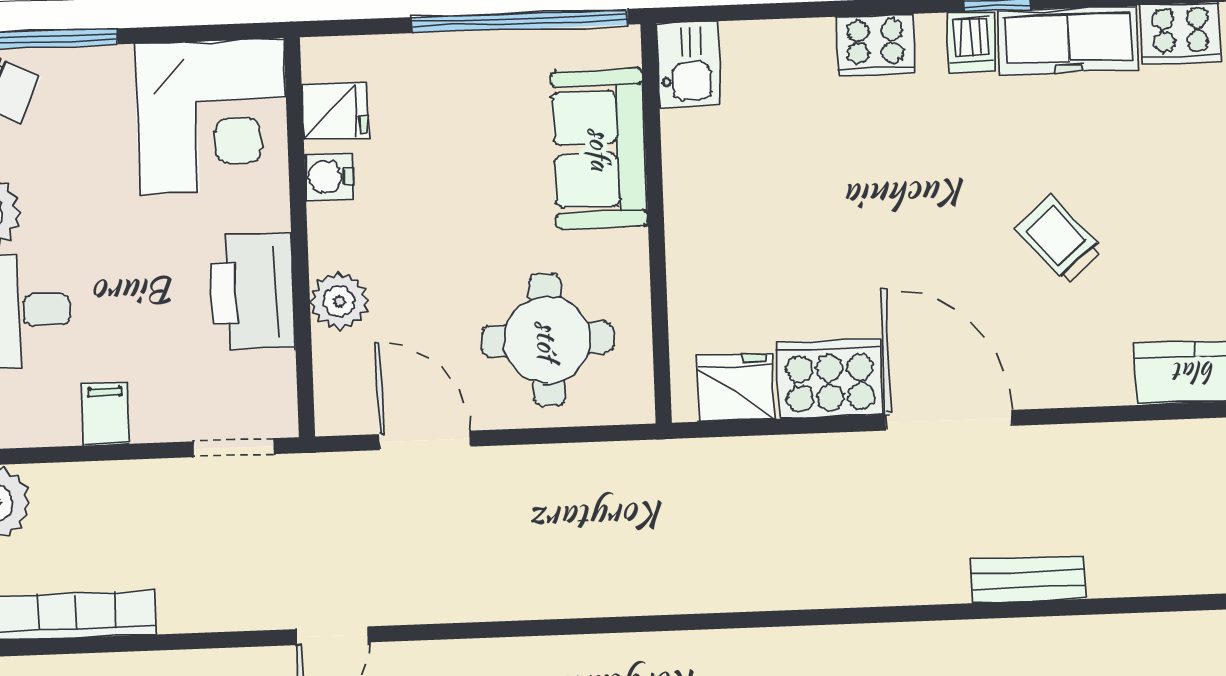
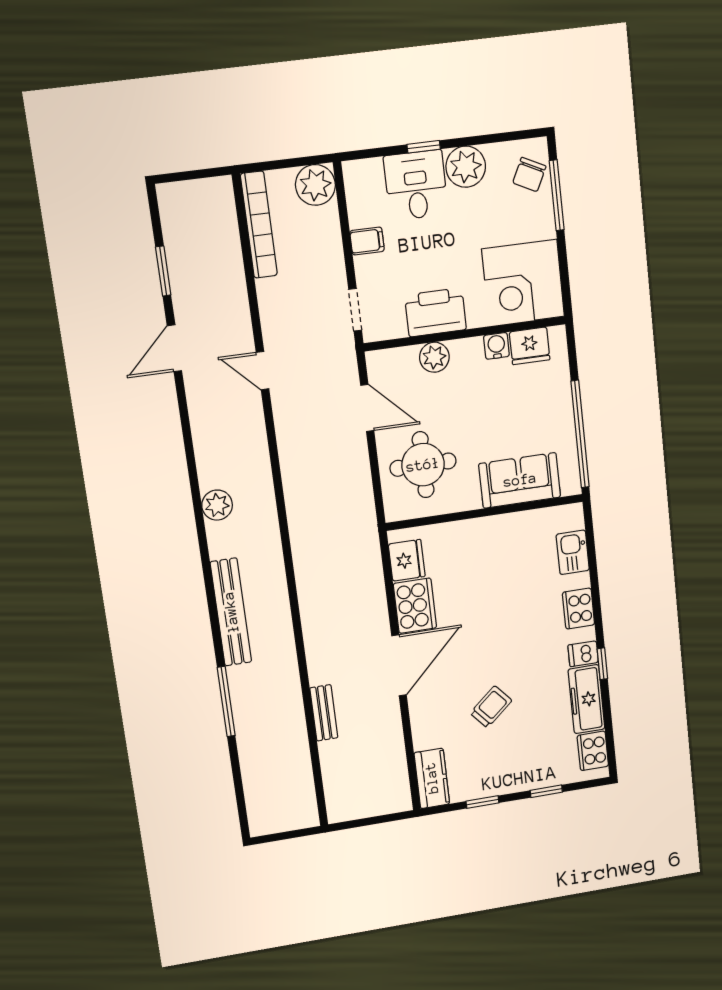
kitchen sink: (688, 65) -> (573, 552), moved, turned 90
fridge: (335, 111) -> (530, 346), width x1.38
door: (425, 440) -> (367, 408), hinge flipped

